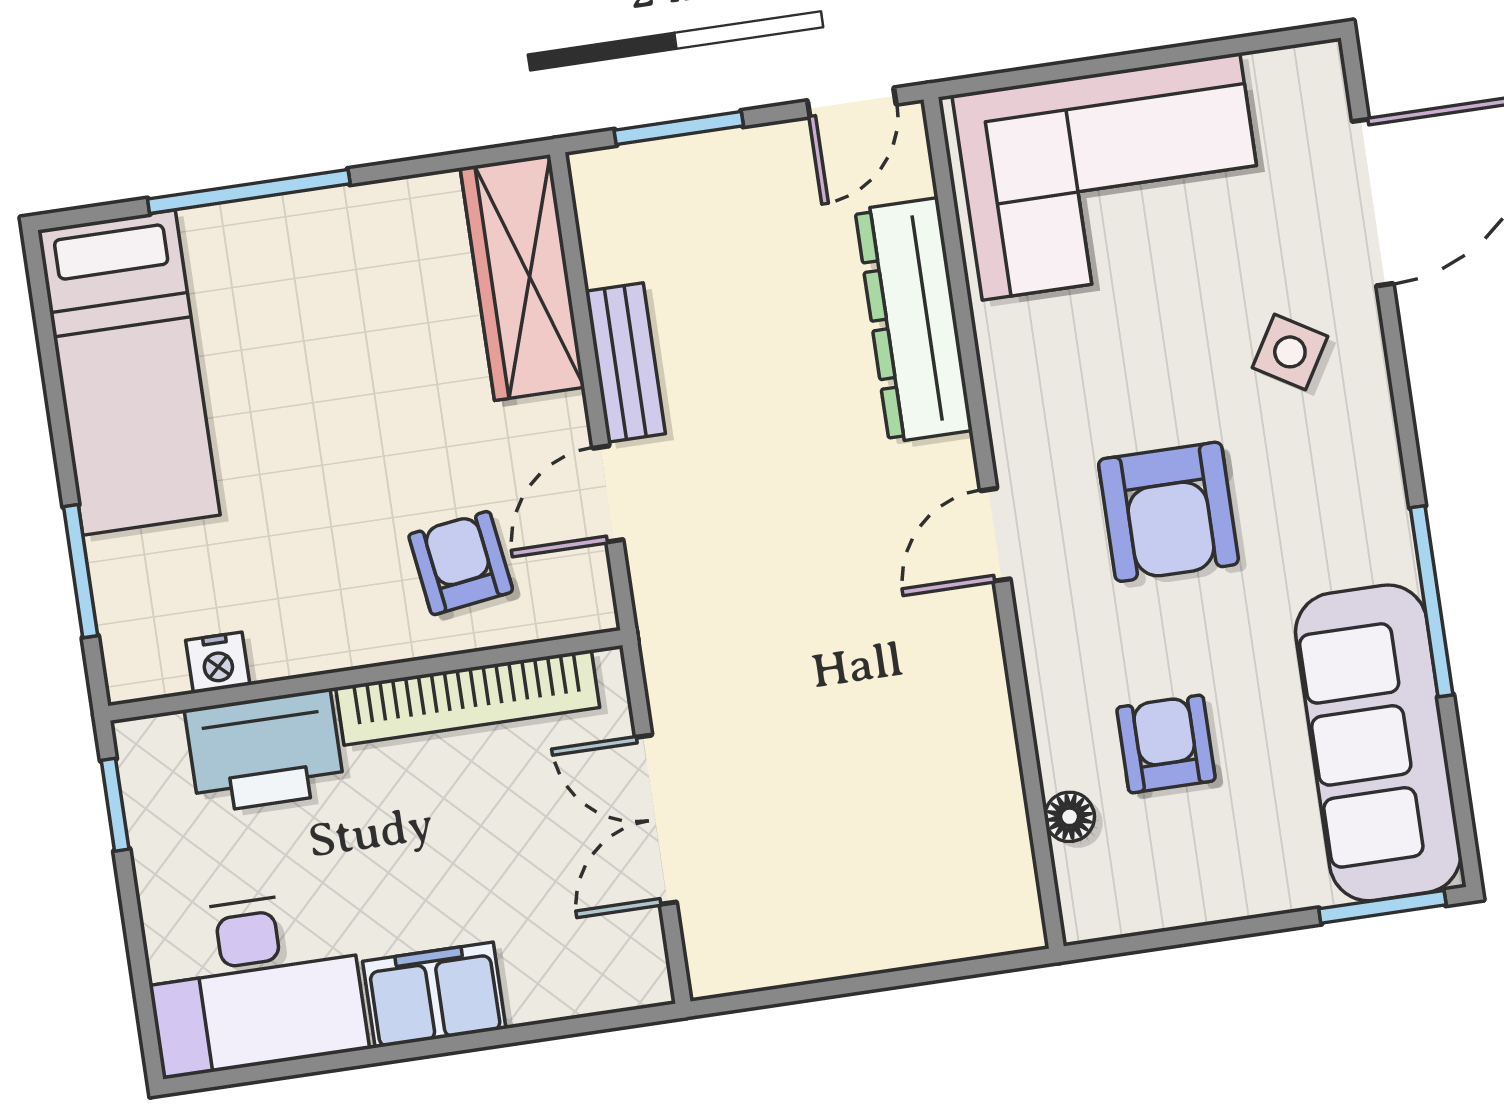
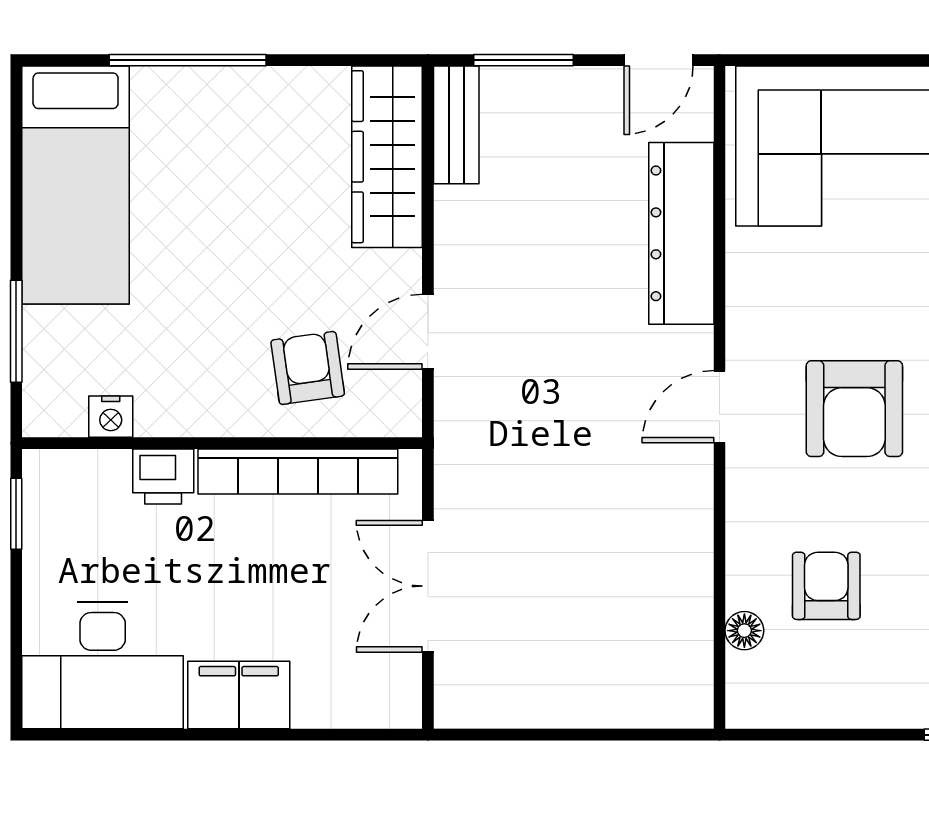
bench: (625, 362) -> (456, 125), moved
printer: (265, 751) -> (163, 476), width x0.53, depth x0.68

